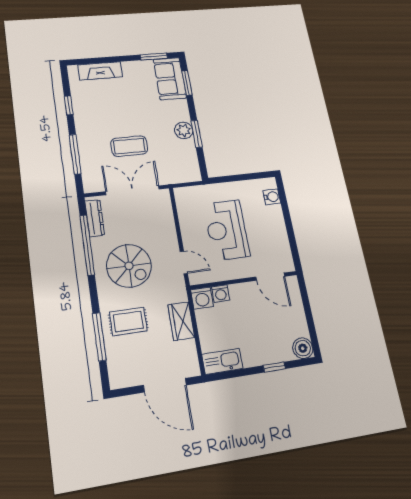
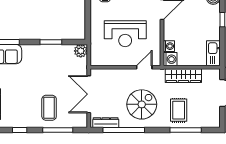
plant: (184, 130) -> (81, 51), moved
coffee table: (129, 146) -> (49, 108), moved
wardrobe: (181, 321) -> (183, 76), width x1.50

